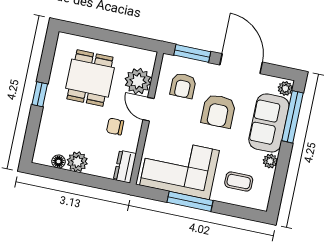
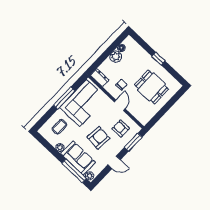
door: (241, 64) -> (114, 162), width x0.53
plant: (138, 81) -> (136, 109), removed
door: (148, 109) -> (120, 105), hinge flipped
armchair: (218, 111) -> (98, 138), turned 95

